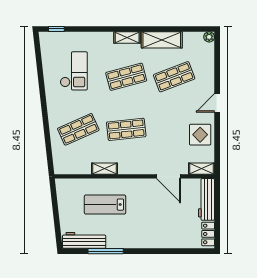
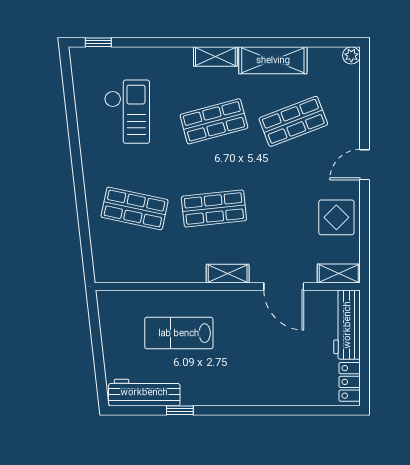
shop shelf: (78, 129) -> (135, 208), turned 36
shelving: (104, 169) -> (228, 274), moved
window: (106, 251) -> (180, 410), width x0.46

